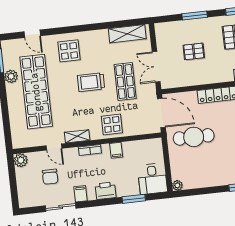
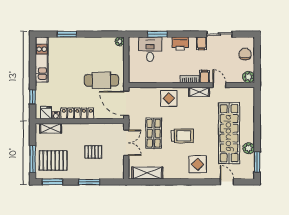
filing cabinet: (116, 150) -> (205, 76), moved
chair: (50, 177) -> (245, 54), moved
desk: (152, 179) -> (150, 49), moved

